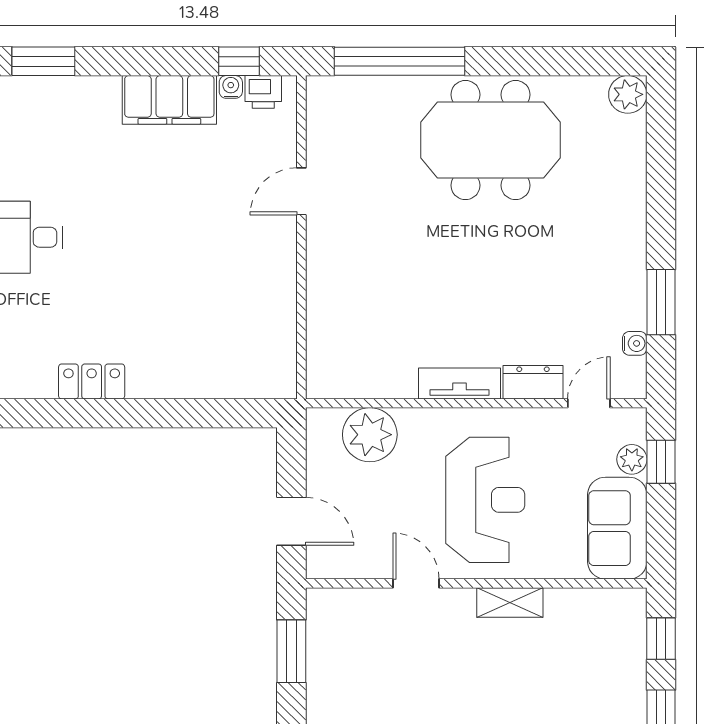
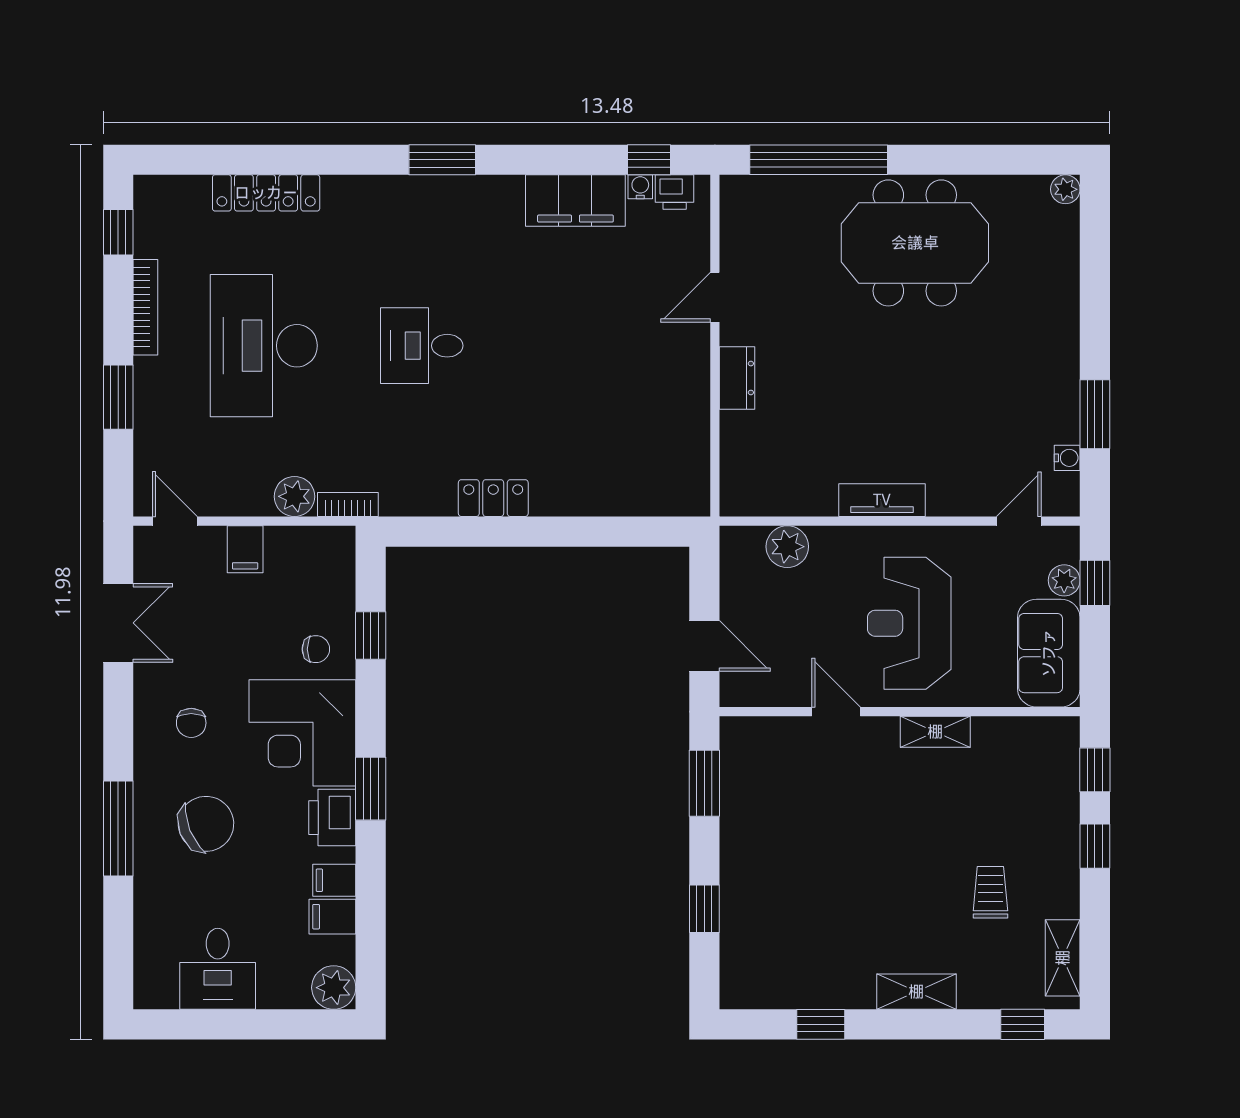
plant: (628, 94) -> (1065, 189), width x0.73, depth x0.73
dresser: (533, 382) -> (737, 378), moved, turned 90
plant: (370, 435) -> (787, 547), width x0.73, depth x0.73
reception desk: (485, 500) -> (909, 623), turned 180

